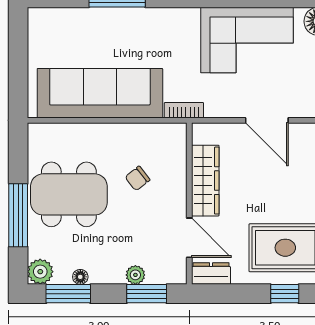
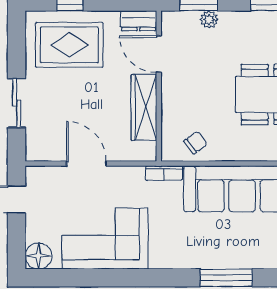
chair: (138, 178) -> (196, 142), moved
floor lamp: (80, 277) -> (260, 18), removed

